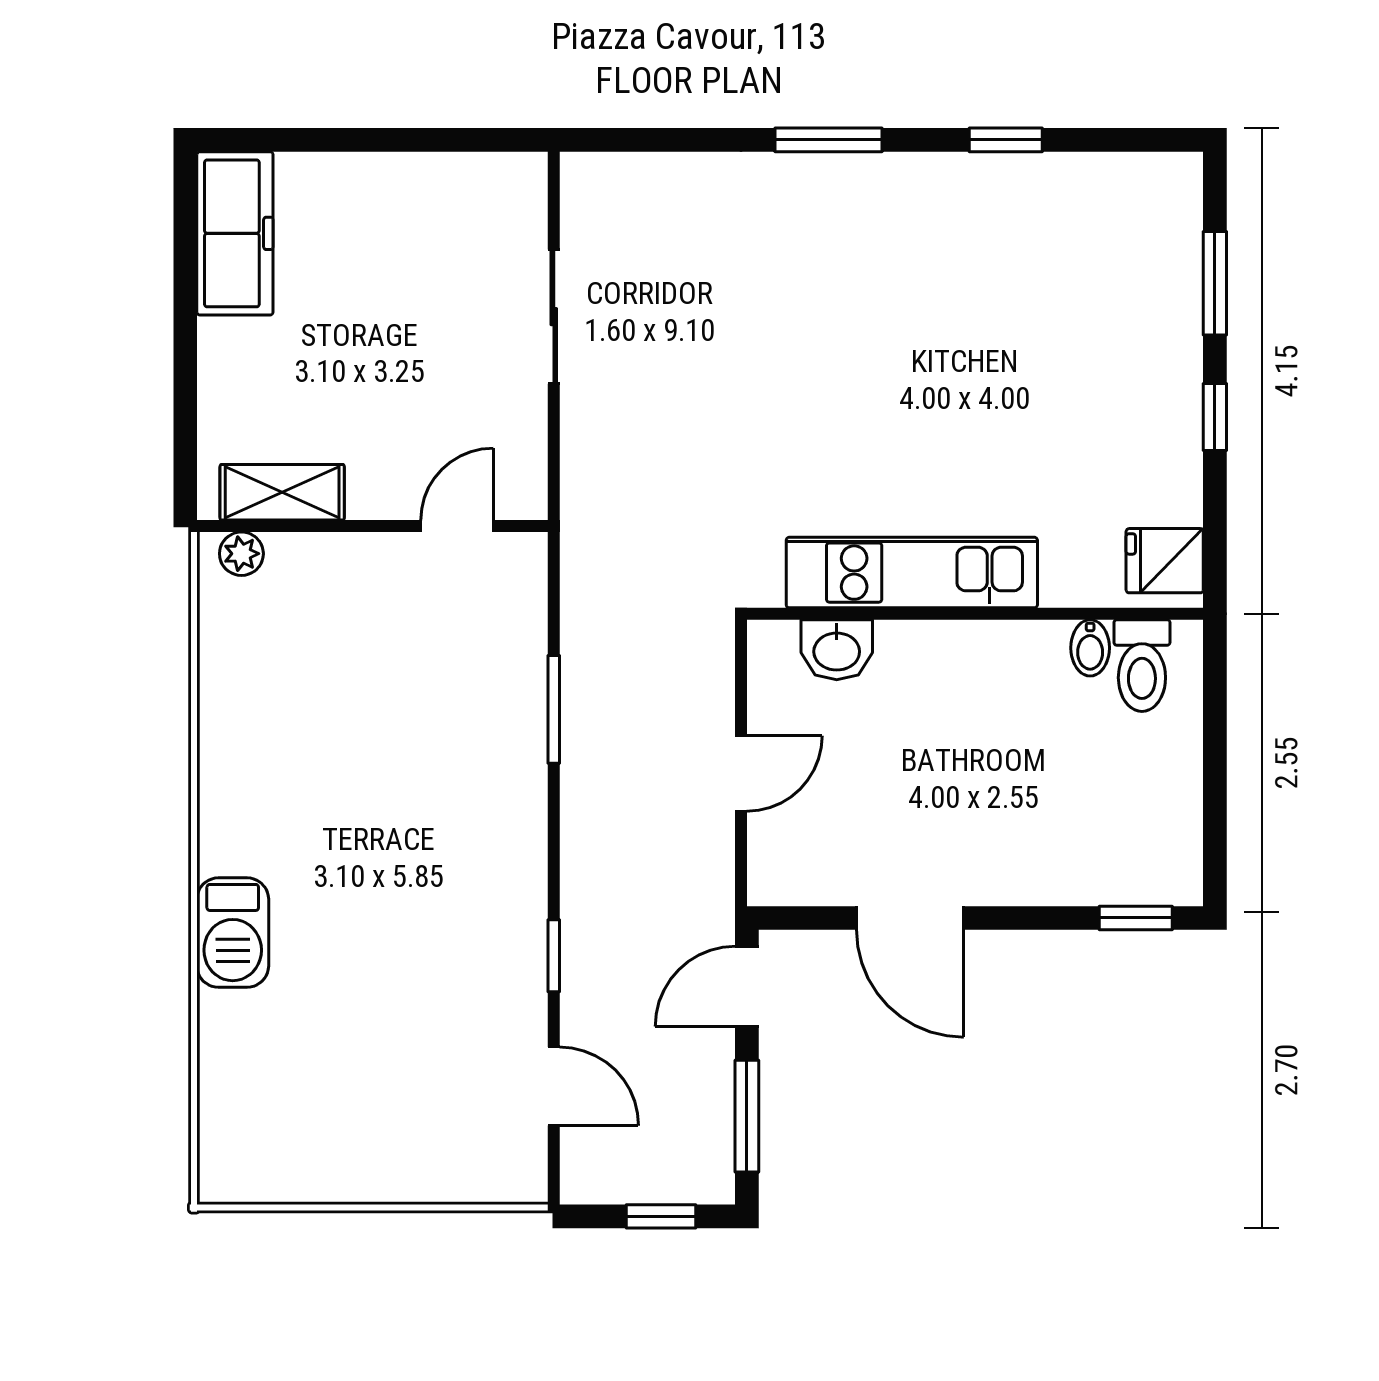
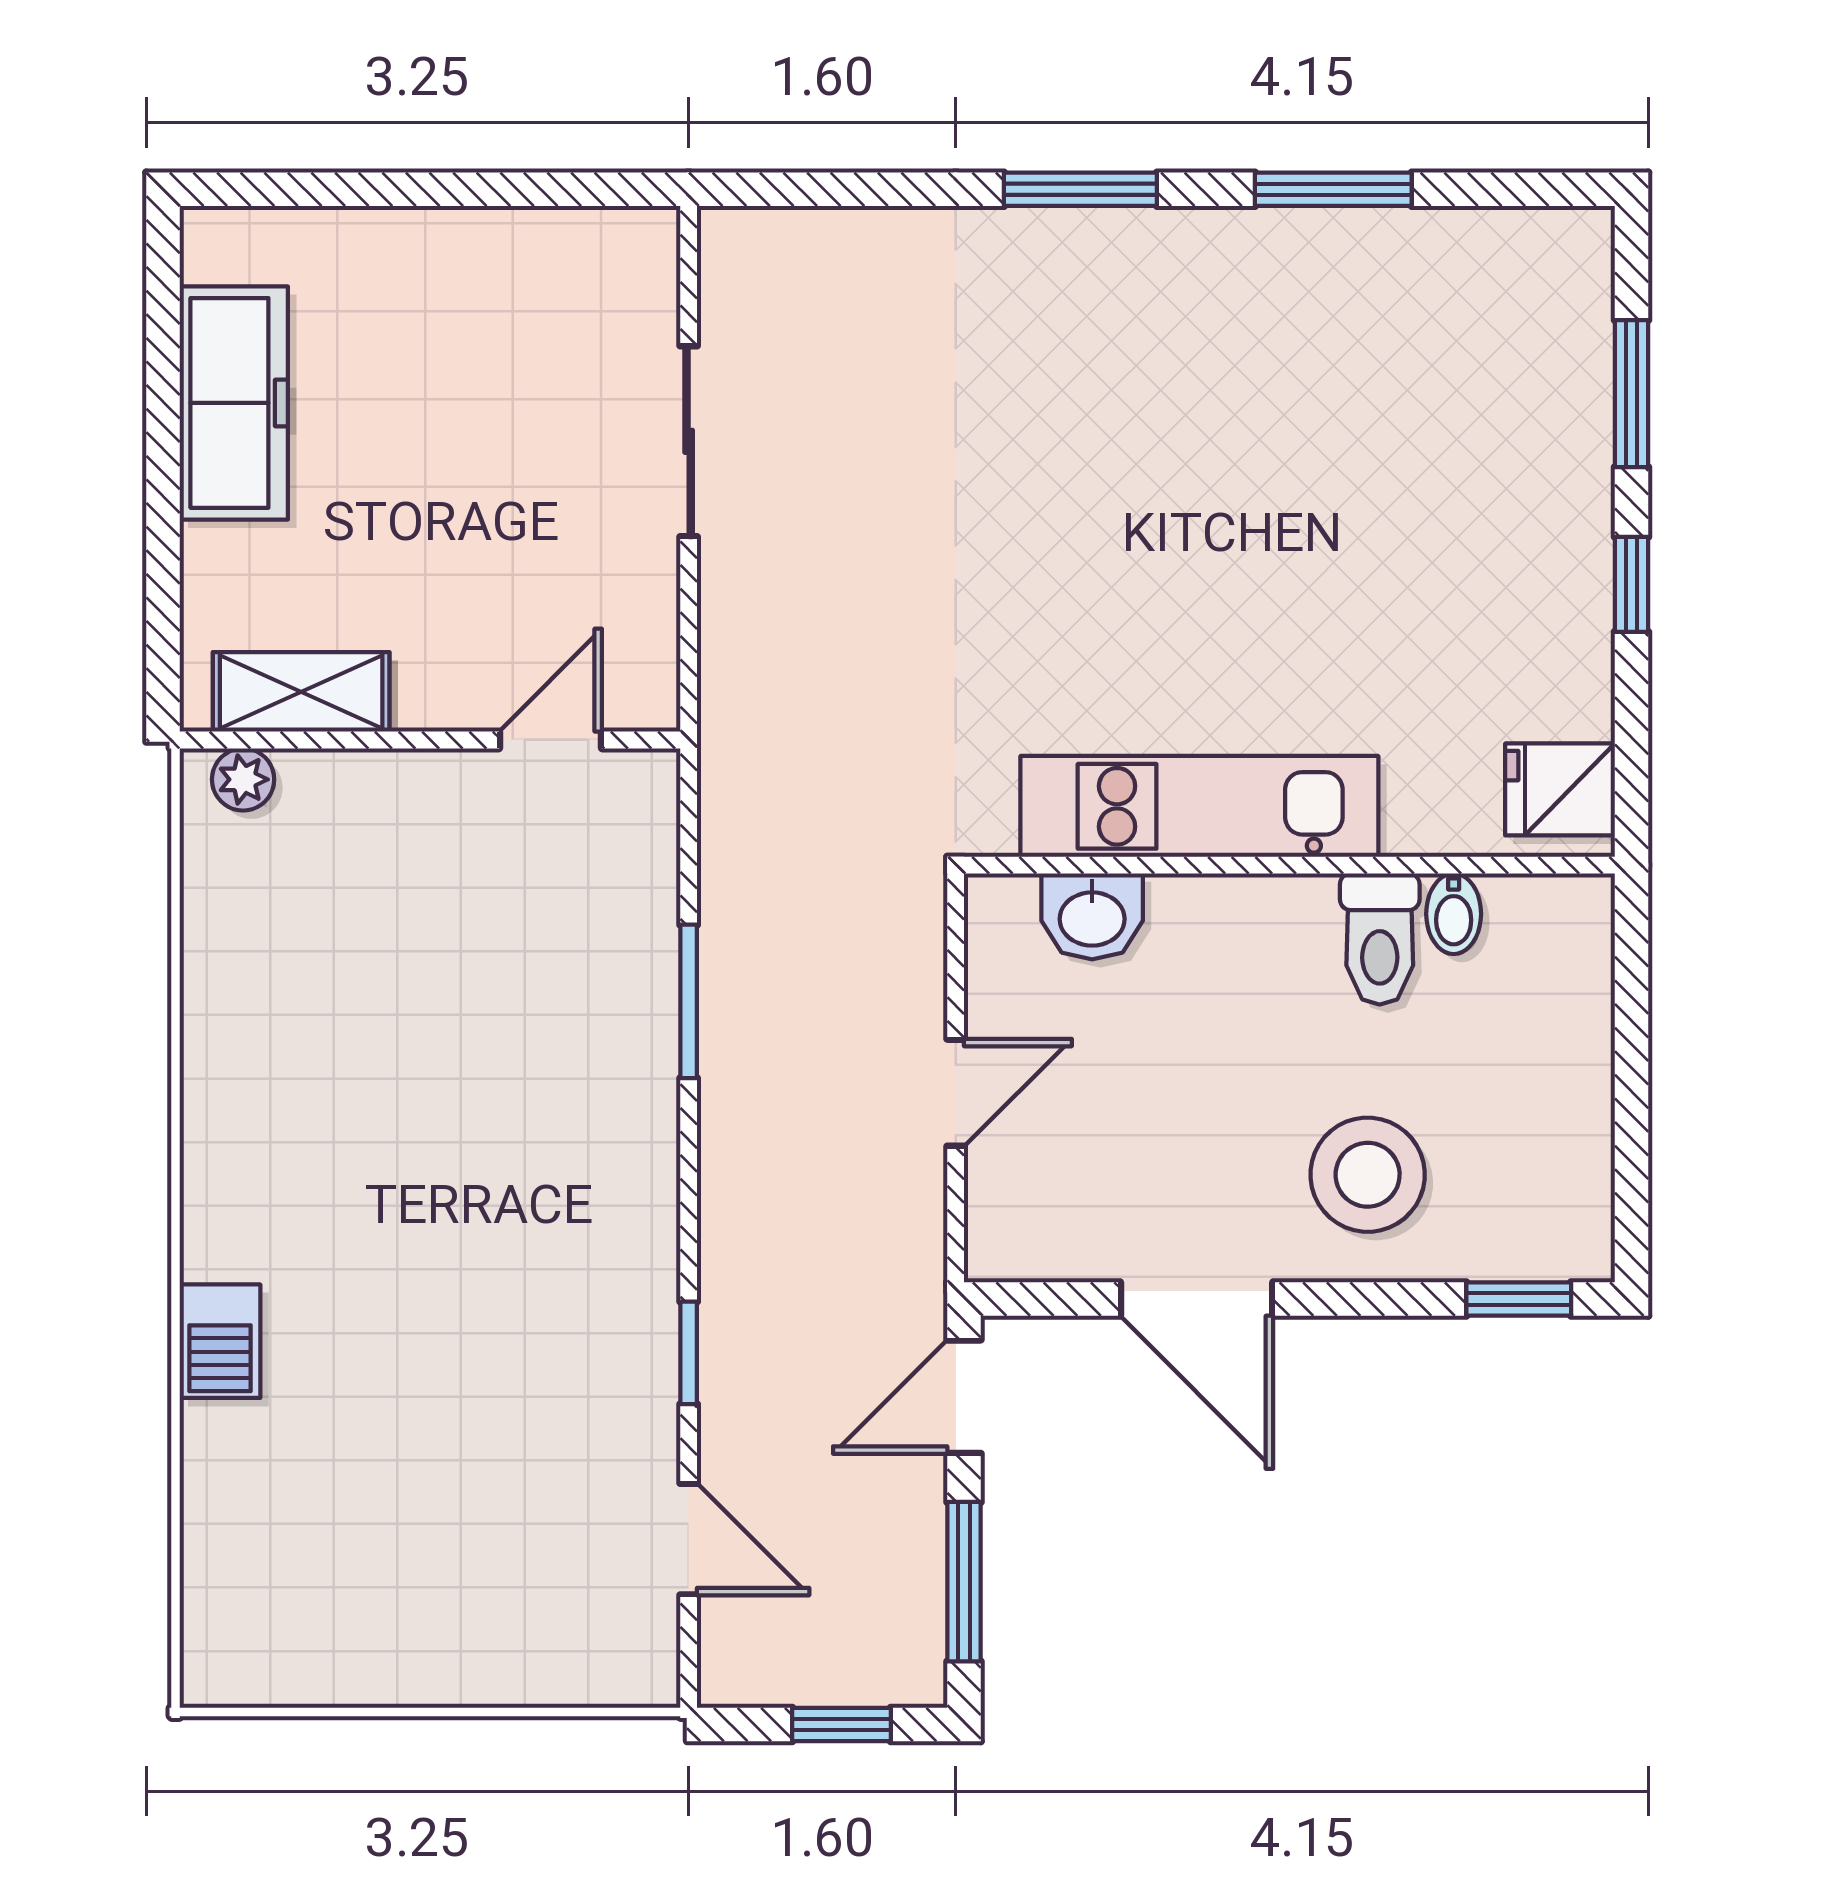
window: (1006, 140) -> (1333, 189), width x1.50
freezer: (235, 233) -> (234, 403), moved
toilet: (1142, 666) -> (1380, 939), moved
stool: (1030, 831) -> (1368, 1175), added
barbecue: (233, 933) -> (220, 1341), width x0.73, depth x0.79

